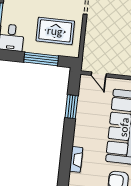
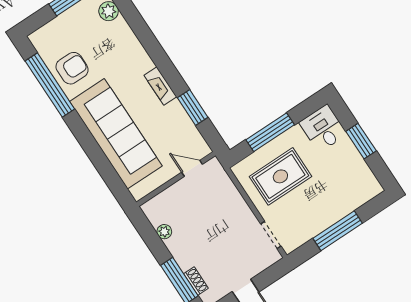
fireplace: (76, 159) -> (160, 86), moved

